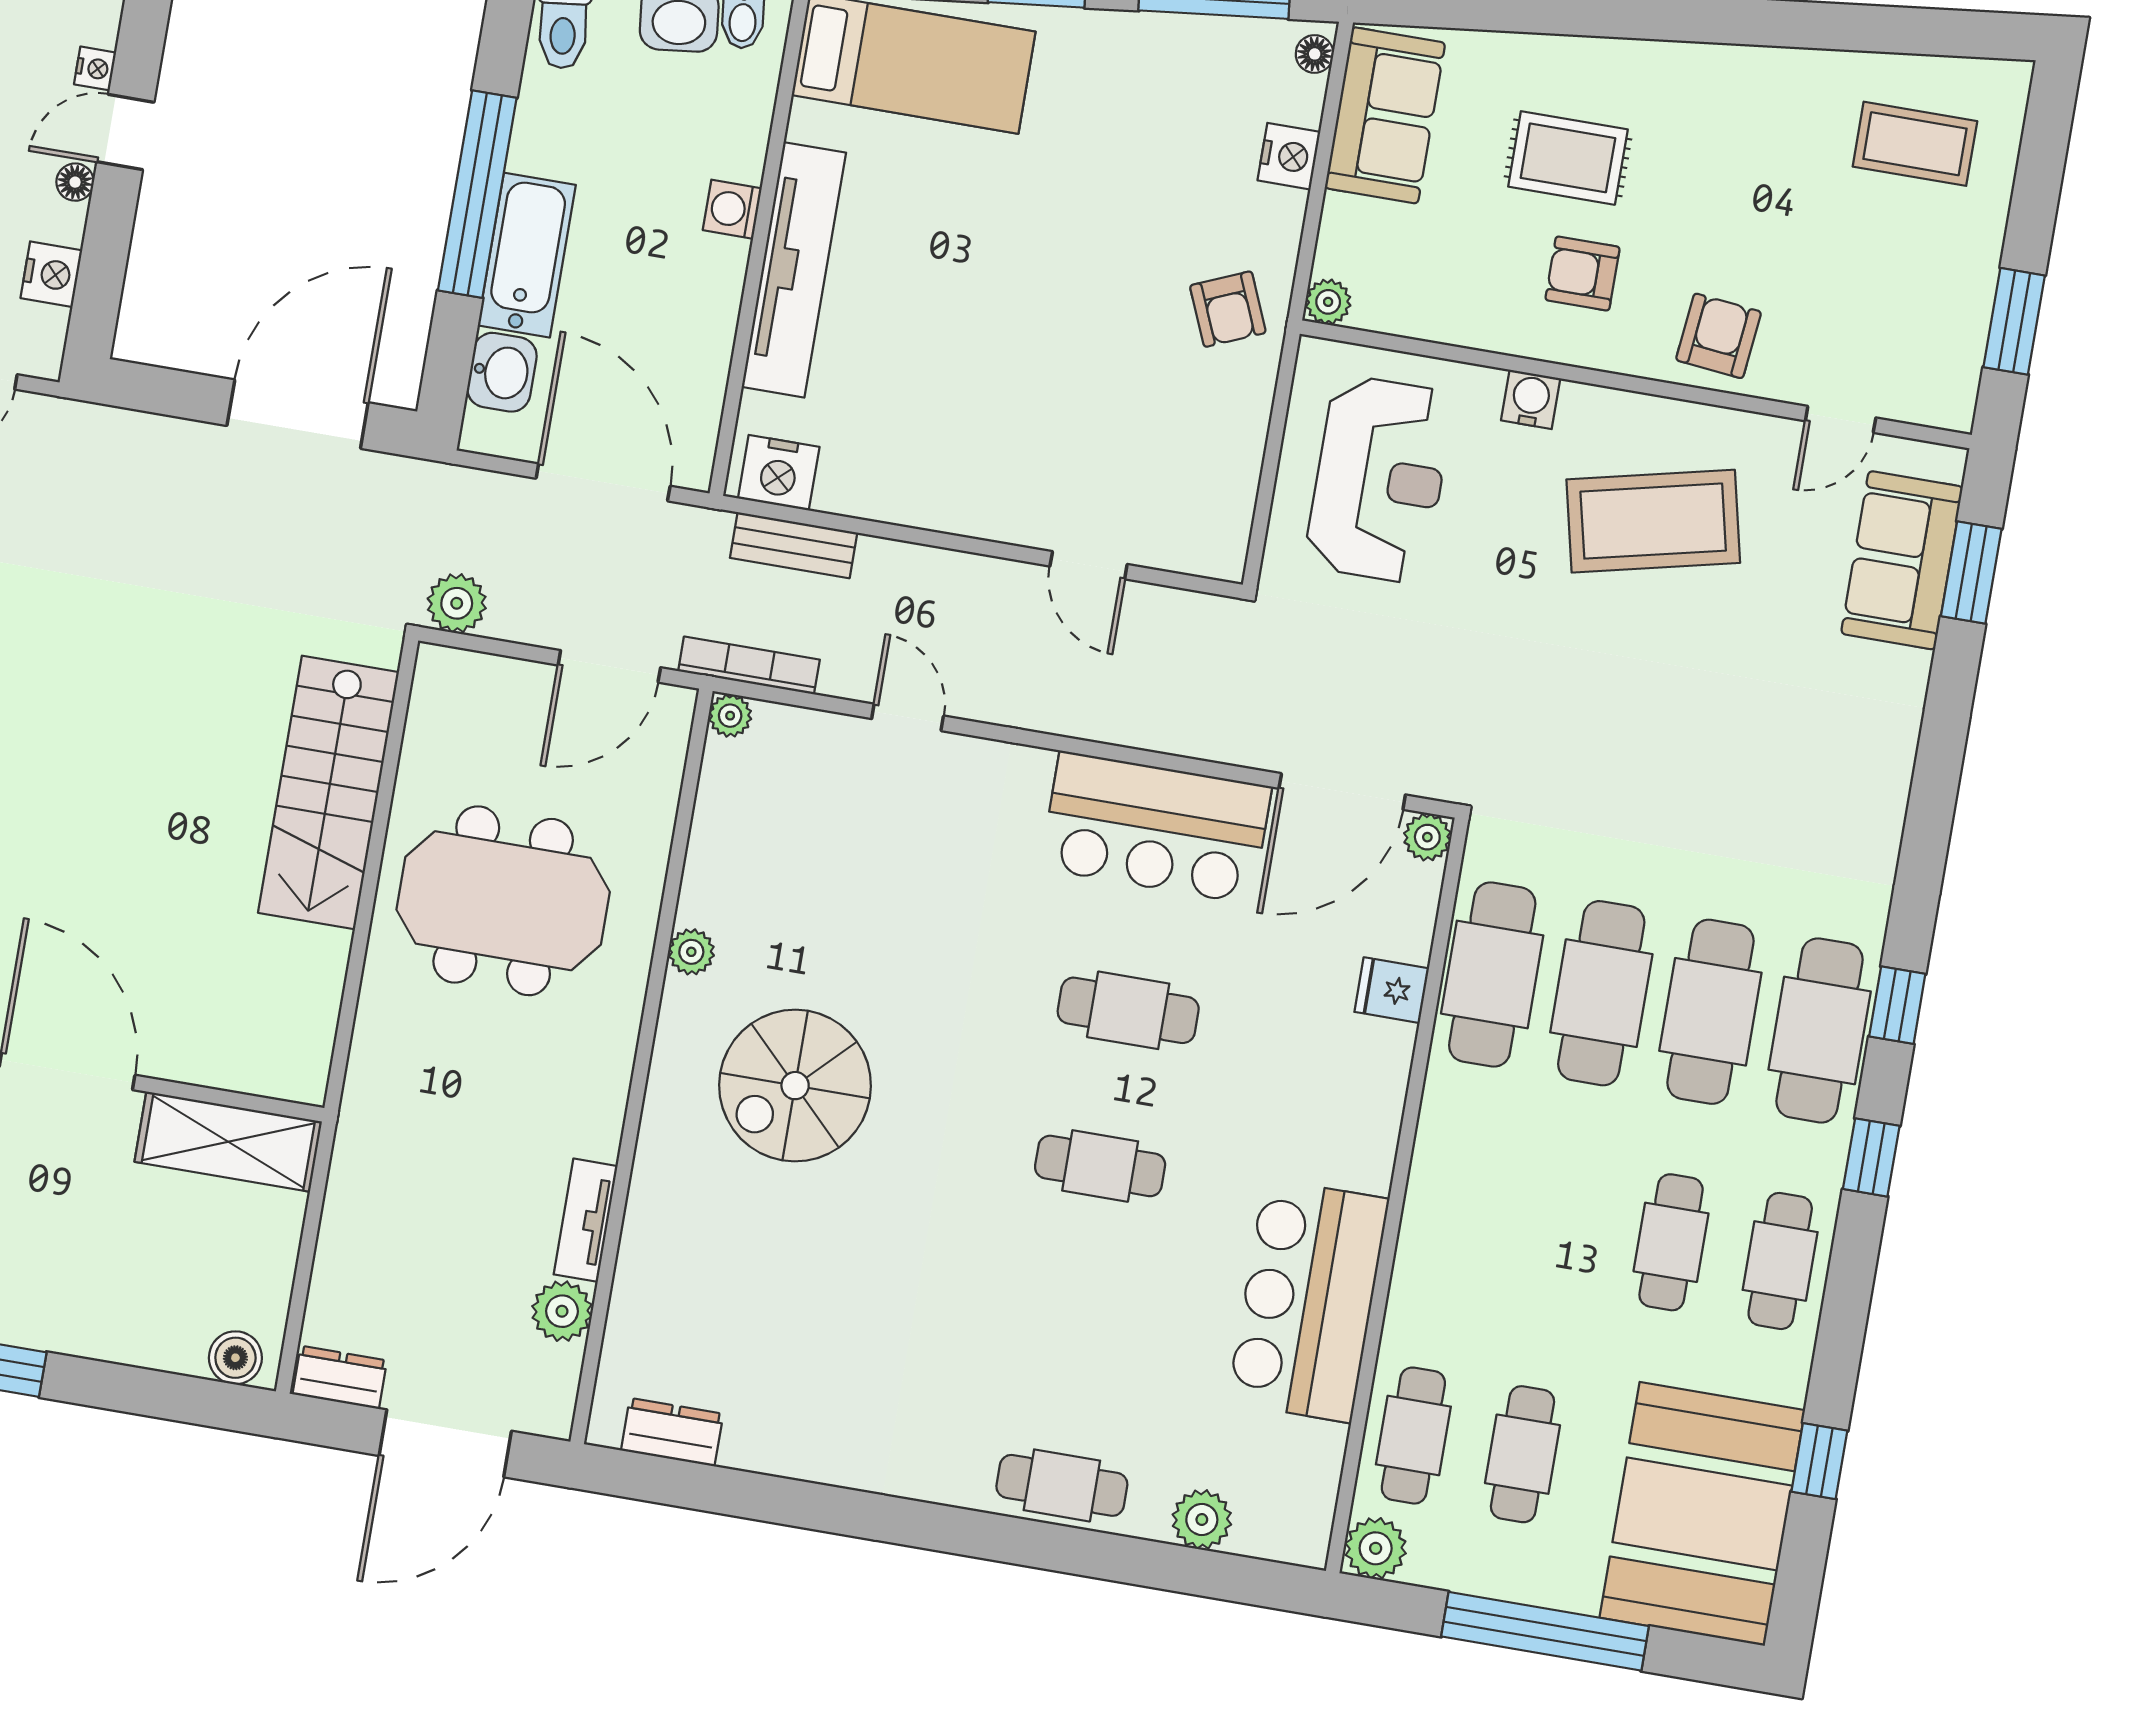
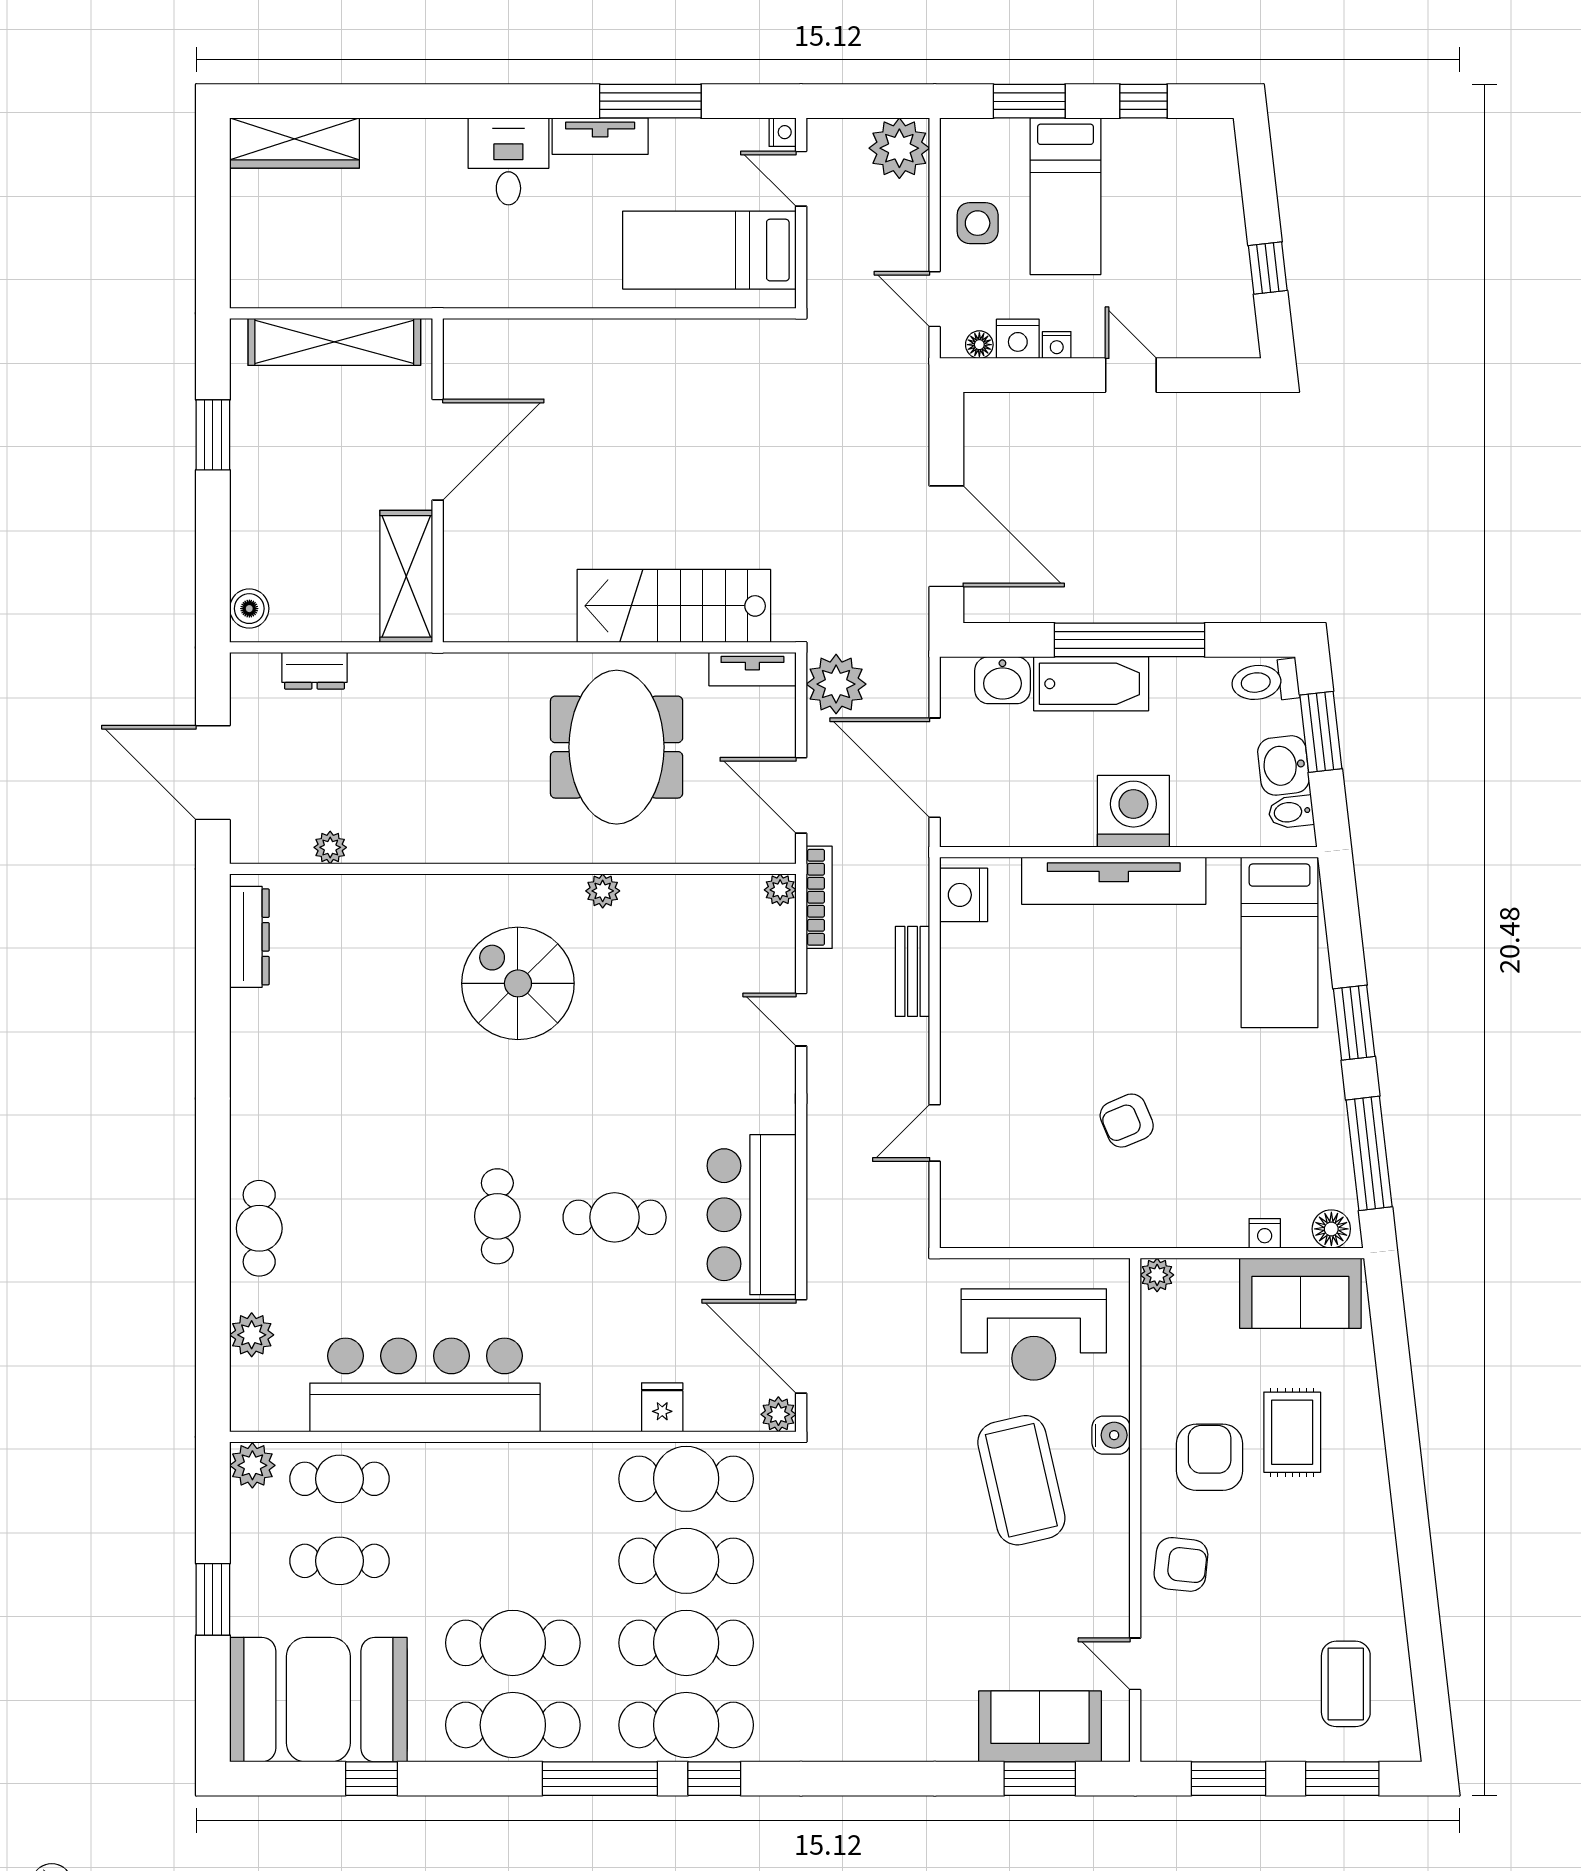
floor lamp: (1315, 54) -> (1331, 1229), width x1.37, depth x1.37
nightstand: (95, 68) -> (1057, 345), moved
nightstand: (1289, 156) -> (1265, 1233), width x0.72, depth x0.74
window: (2040, 170) -> (1342, 1779), added
floor lamp: (75, 182) -> (979, 345), moved
washing machine: (732, 209) -> (1133, 811), width x1.89, depth x1.89
armchair: (1582, 274) -> (1210, 1457), width x1.38, depth x1.38
armchair: (1228, 309) -> (1127, 1121), moved
door: (603, 482) -> (935, 768), swing flipped
coffee table: (1653, 521) -> (1021, 1480), moved
bench: (794, 545) -> (913, 971), moved
plant: (457, 603) -> (836, 684), width x1.36, depth x1.36
door: (908, 717) -> (801, 1020), swing flipped
cafe table: (1128, 1010) -> (615, 1217), turned 90
window: (1871, 1157) -> (600, 1779), width x2.17
tv unit: (586, 1220) -> (752, 669), moved, turned 180
cafe table: (1671, 1242) -> (513, 1643), width x1.37, depth x1.35
cafe table: (1780, 1261) -> (513, 1725), width x1.37, depth x1.35
bar counter: (1308, 1301) -> (425, 1385), width x1.36
plant: (562, 1311) -> (330, 847), width x0.73, depth x0.73
dresser: (340, 1377) -> (314, 671), moved, turned 90
dresser: (672, 1432) -> (249, 937), width x1.44
window: (1545, 1631) -> (213, 1599), width x0.47

